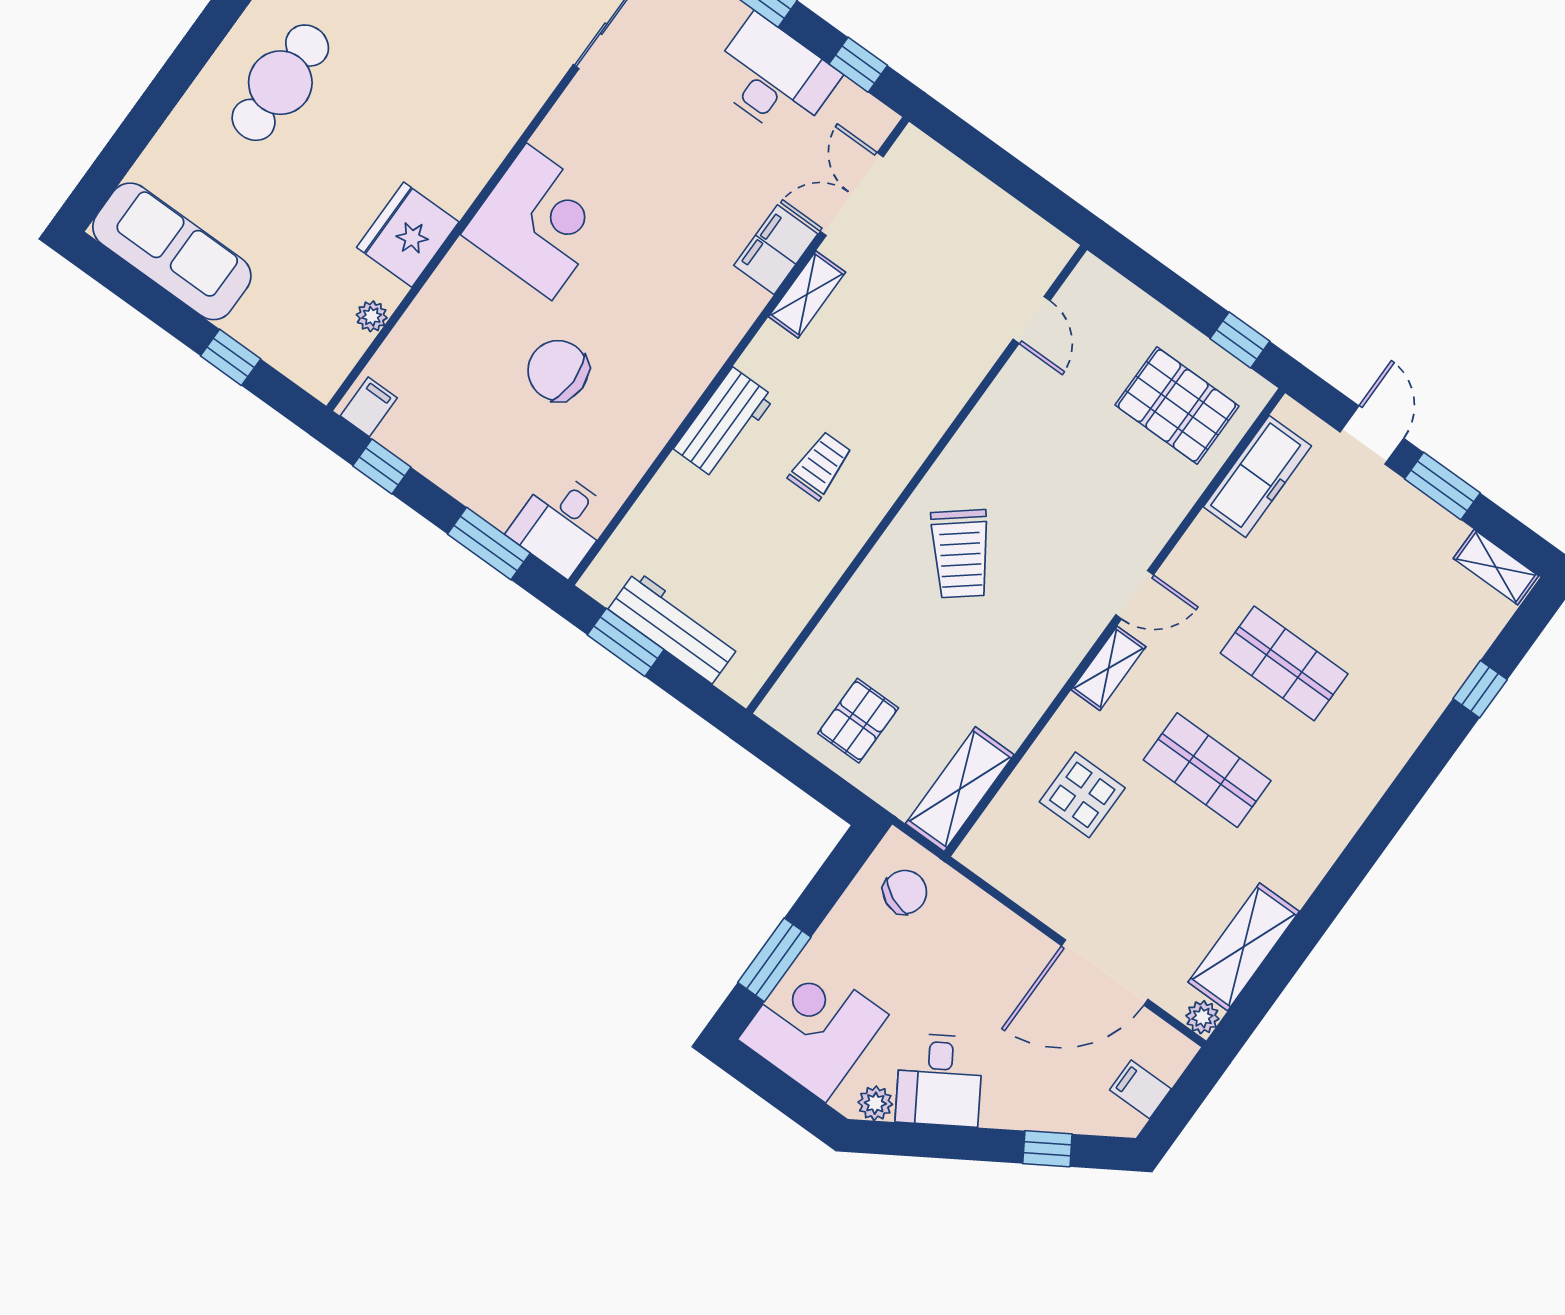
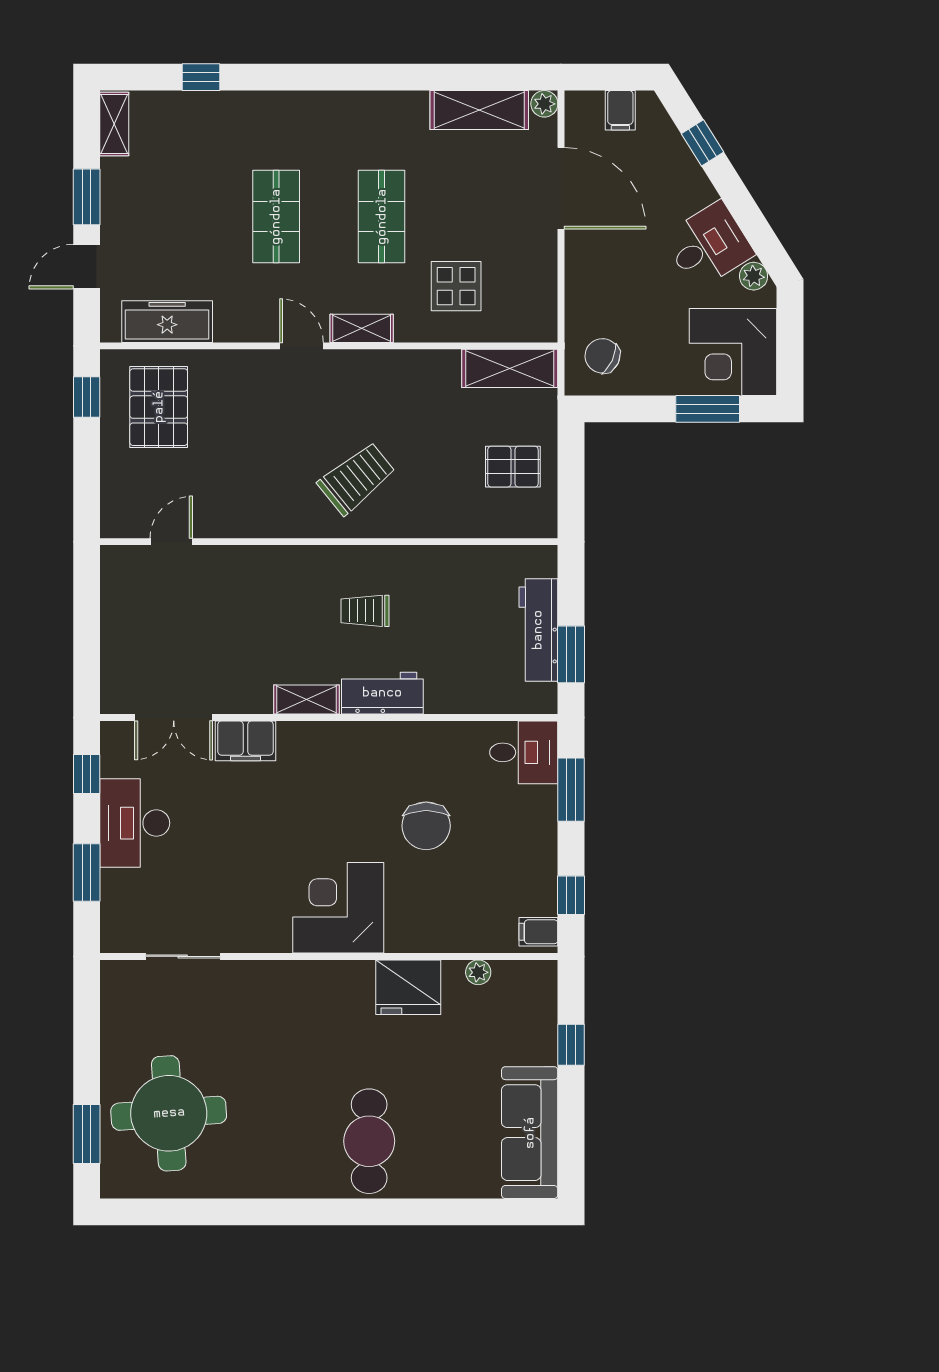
cafe table: (280, 83) -> (369, 1141), turned 90
shelving: (807, 294) -> (306, 700), moved

